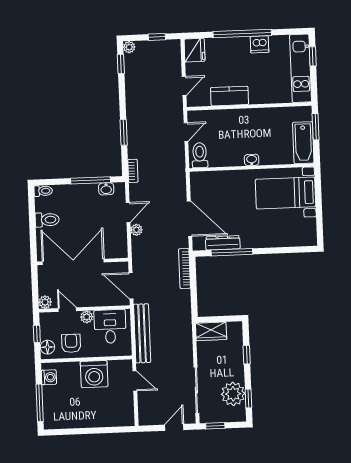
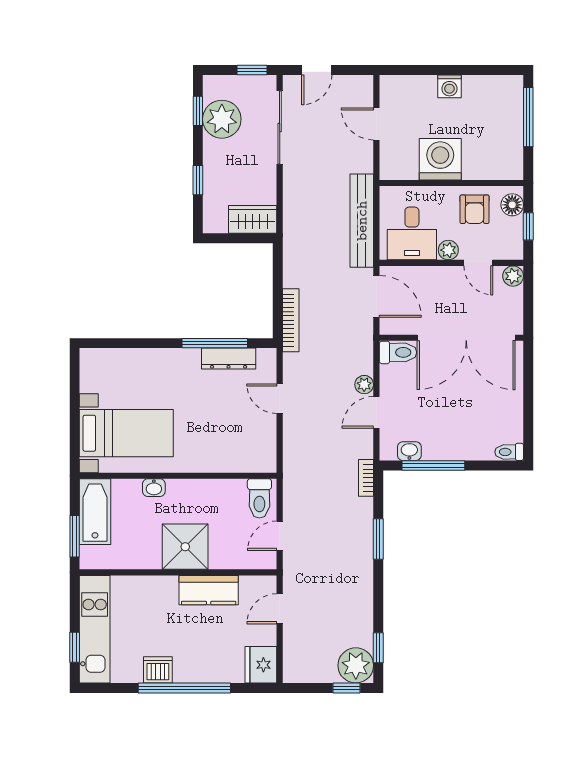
window: (157, 37) -> (346, 688), moved
plant: (129, 47) -> (356, 665), width x1.88, depth x1.88
shower: (245, 123) -> (185, 547), added
washbasin: (252, 160) -> (154, 488), moved
door: (189, 219) -> (280, 399), width x0.53
toilet: (47, 220) -> (398, 352), moved, turned 180
washing machine: (49, 377) -> (449, 86), moved, turned -90
door: (135, 381) -> (376, 124), moved

